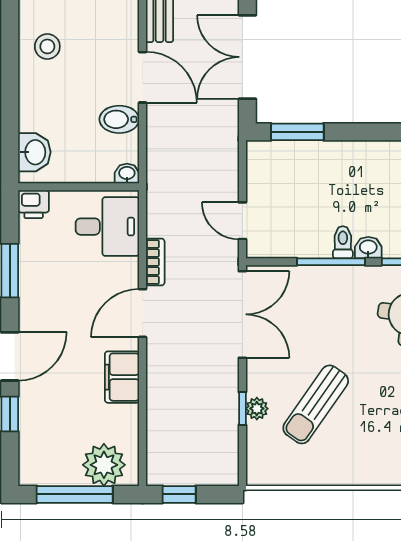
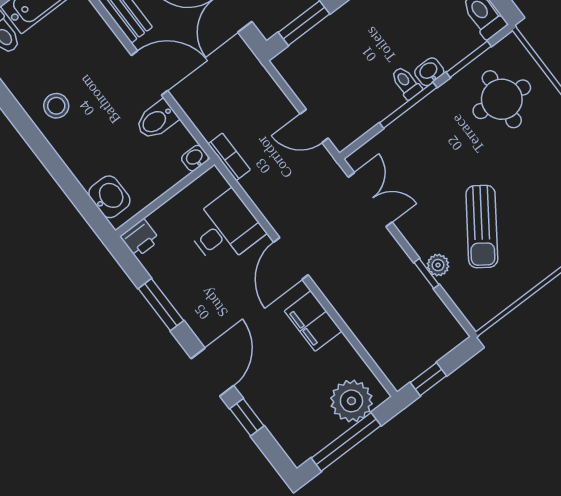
desk: (107, 227) -> (225, 229), moved
bookcase: (155, 262) -> (229, 157), moved
double door: (242, 314) -> (370, 200), width x0.73

